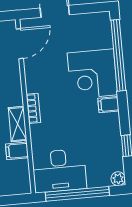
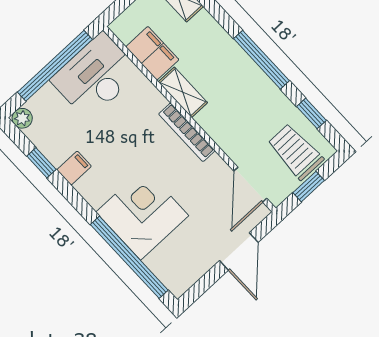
filing cabinet: (108, 105) -> (74, 168), moved
bookcase: (33, 108) -> (187, 132), width x1.56
filing cabinet: (17, 151) -> (152, 53), width x2.00

